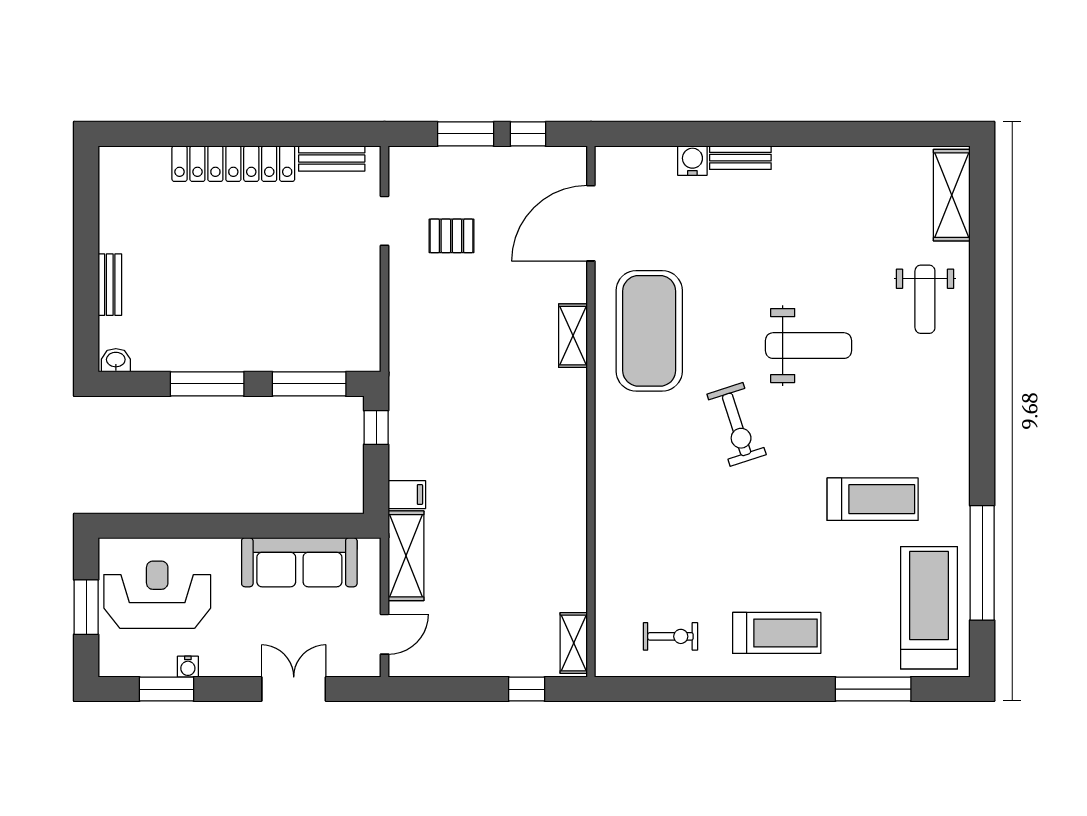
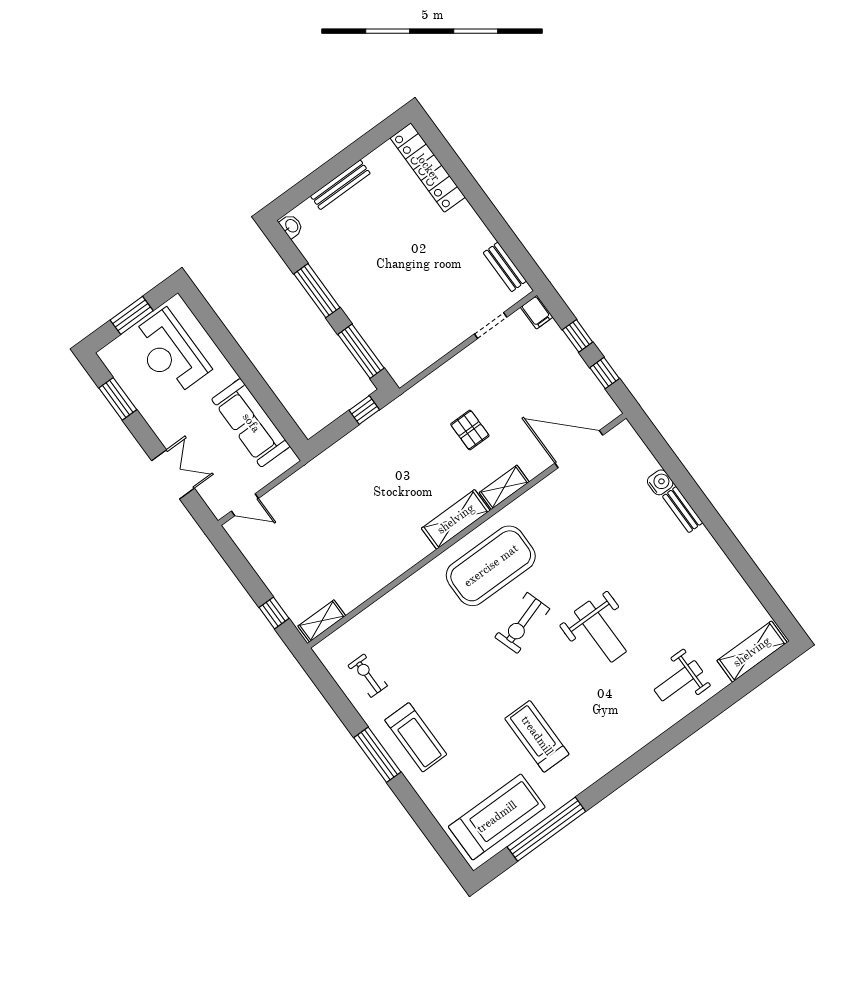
window: (466, 134) -> (578, 336), width x0.67
locker: (233, 164) -> (428, 168), moved
pallet: (451, 236) -> (470, 430), moved
bench: (110, 285) -> (340, 185), width x1.36
exercise mat: (649, 331) -> (491, 566), moved
filing cabinet: (407, 495) -> (537, 312), moved
treadmill: (873, 499) -> (537, 736), turned 180
shelving: (406, 556) -> (456, 519), moved
reception desk: (157, 595) -> (170, 352), turned 180
exercise bike: (670, 636) -> (368, 676), turned 180
water cooler: (188, 667) -> (140, 402), removed
window: (873, 689) -> (377, 755), moved

